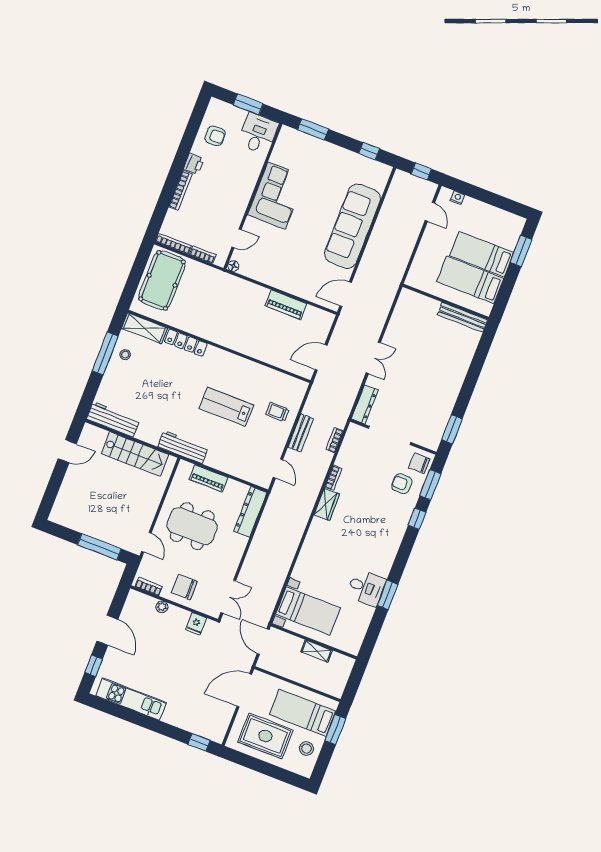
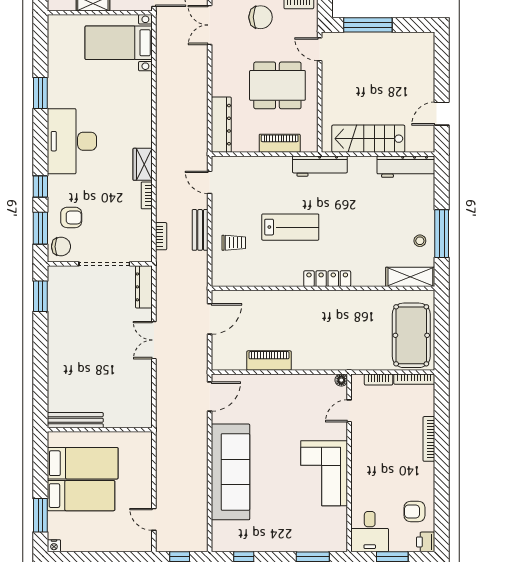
printer: (194, 164) -> (426, 542), moved
nightstand: (458, 198) -> (54, 546), moved
locker: (186, 343) -> (327, 279), moved
desk: (366, 588) -> (72, 141), moved, width x1.87, depth x1.30

